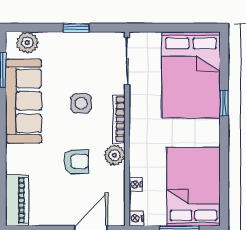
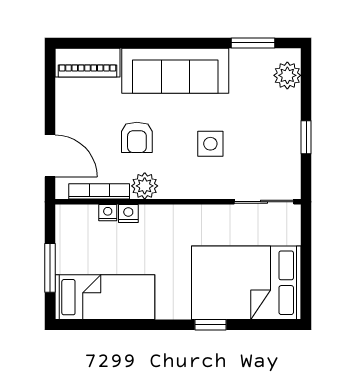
sofa: (23, 101) -> (175, 71), moved
bookcase: (119, 119) -> (99, 191), moved
bed: (194, 187) -> (105, 297), width x0.67
nightstand: (136, 218) -> (128, 213), moved

